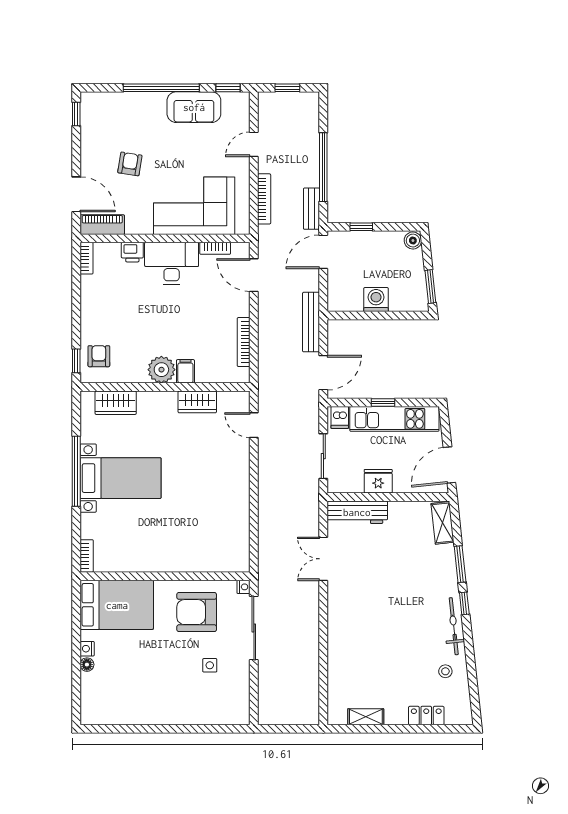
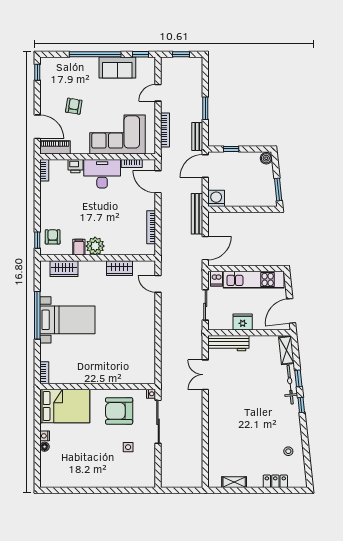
window: (323, 167) -> (205, 108), width x0.47
washing machine: (376, 300) -> (216, 198), moved
filing cabinet: (185, 371) -> (79, 247), moved
window: (383, 402) -> (246, 268), removed
window: (460, 564) -> (298, 378), width x0.67
bicycle: (454, 626) -> (290, 385), moved

